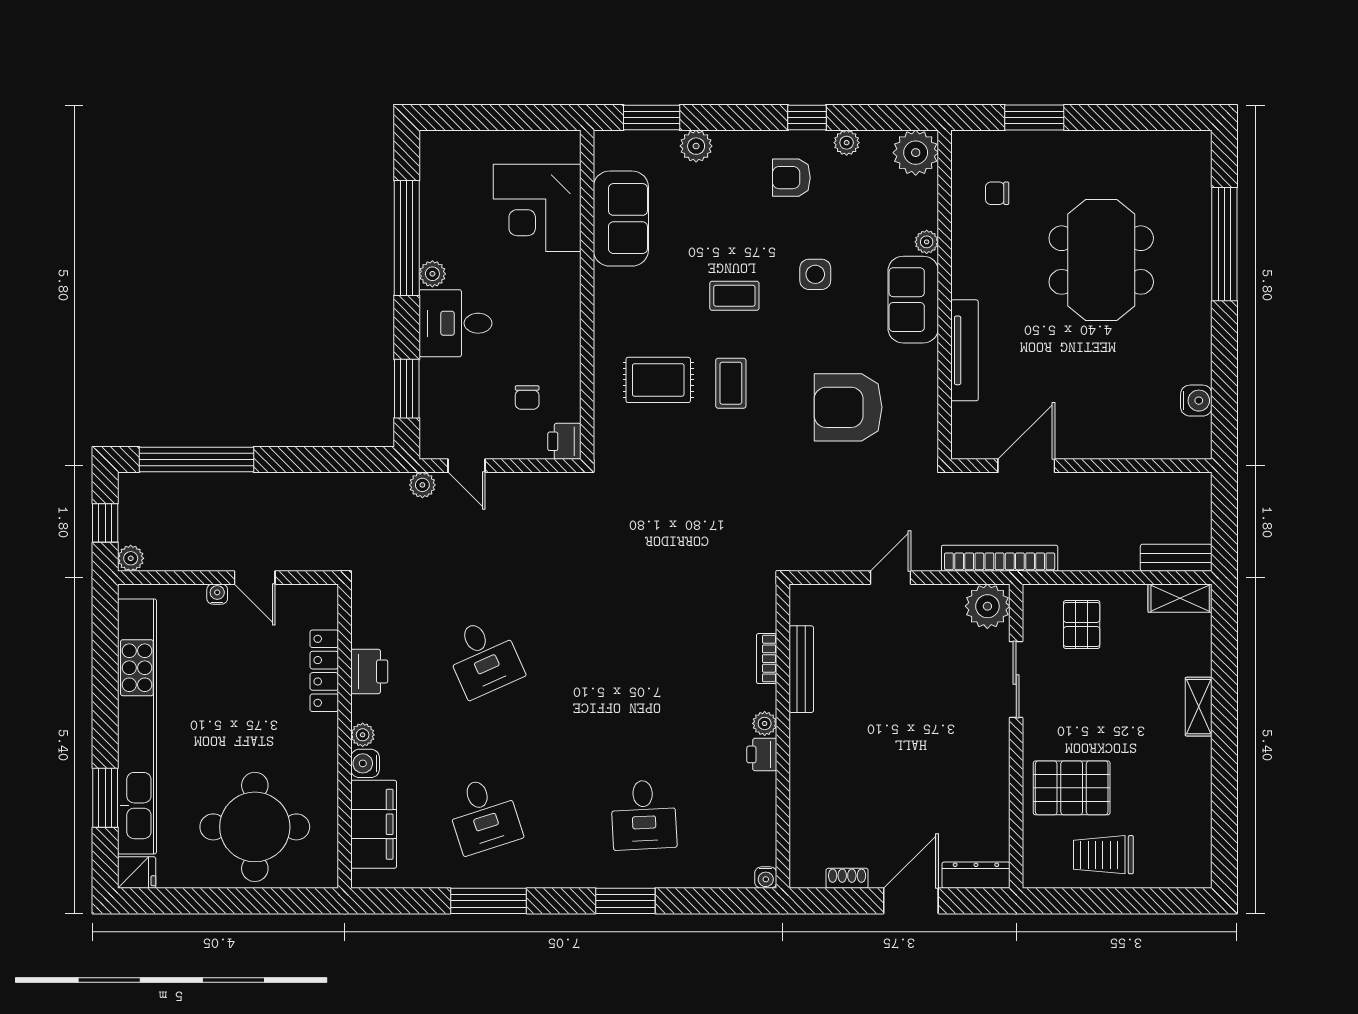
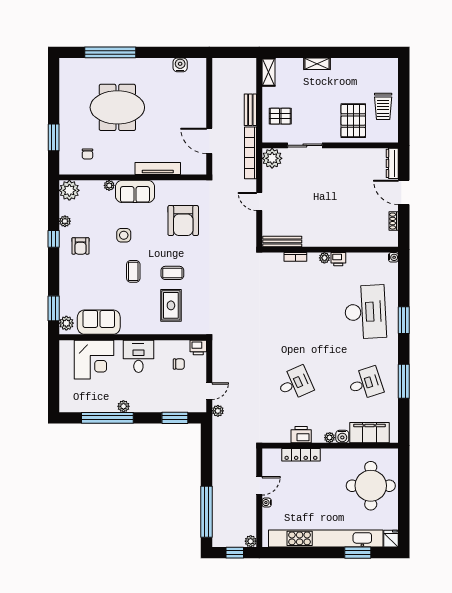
plant: (696, 146) -> (66, 323), moved
desk: (456, 323) -> (138, 356), moved, turned 180
bench: (1176, 558) -> (250, 110), moved
bench: (801, 669) -> (282, 241), moved
desk: (644, 815) -> (365, 312), width x1.87, depth x1.30

